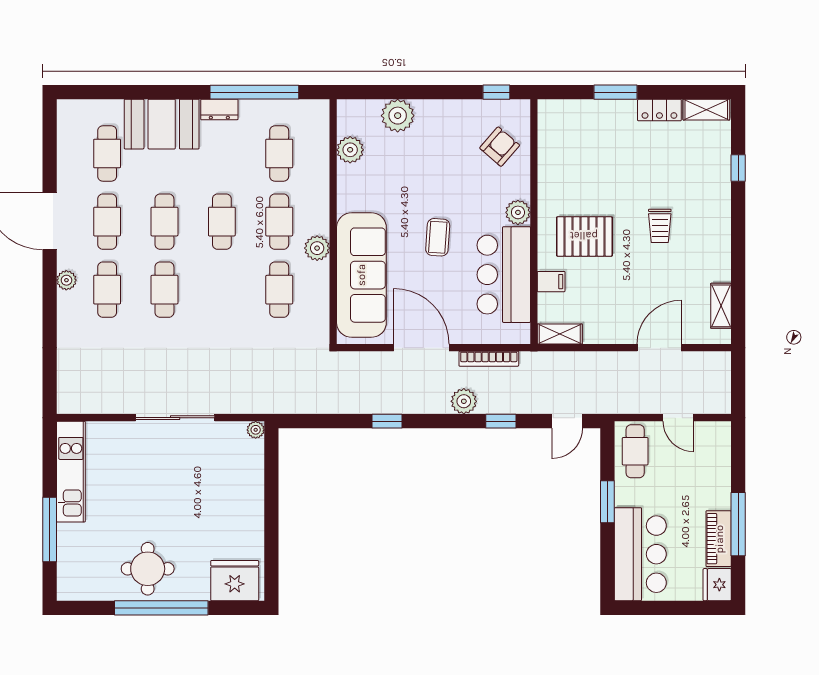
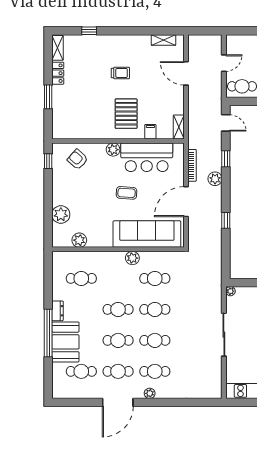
window: (254, 92) -> (48, 333), moved
cafe table: (279, 222) -> (155, 309), moved

